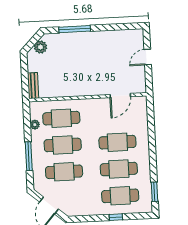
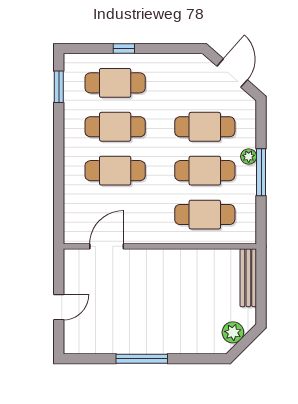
window: (75, 29) -> (142, 359), moved
bench: (33, 86) -> (248, 278), width x1.36
plant: (35, 125) -> (249, 157), moved
window: (29, 156) -> (261, 172), moved

